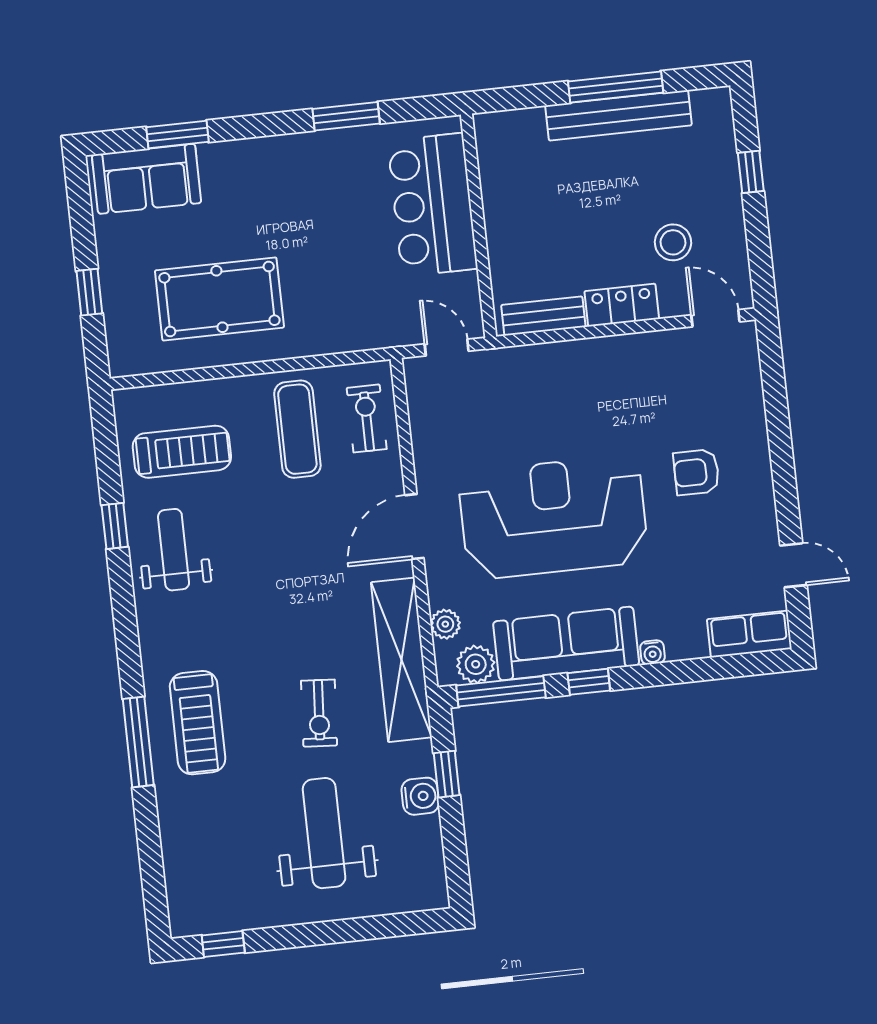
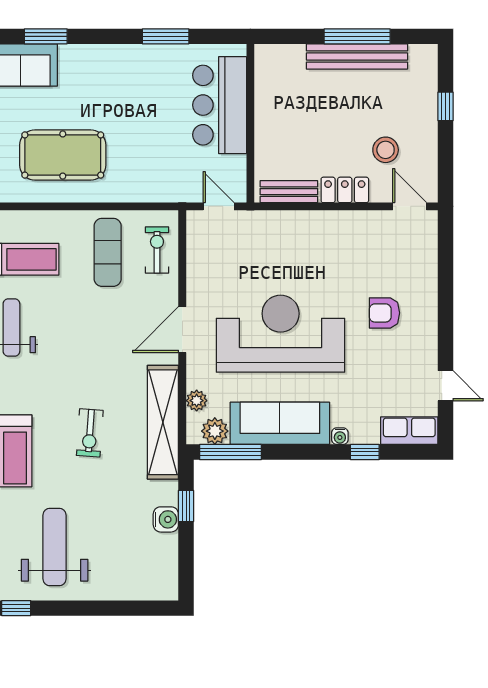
window: (589, 682) -> (365, 452), moved
exercise bike: (319, 713) -> (90, 433), moved
weight bench: (324, 833) -> (55, 547), moved

